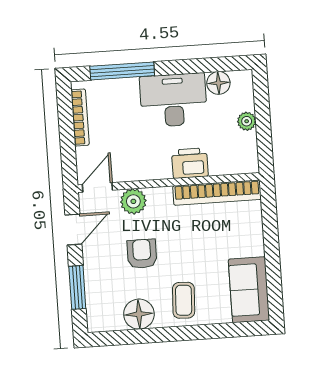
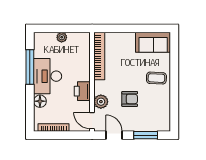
window: (122, 71) -> (30, 67), moved
floor lamp: (218, 83) -> (40, 101), moved
printer: (190, 163) -> (82, 91), moved
armchair: (142, 254) -> (130, 99), turned 180
floor lamp: (139, 314) -> (162, 103), removed

